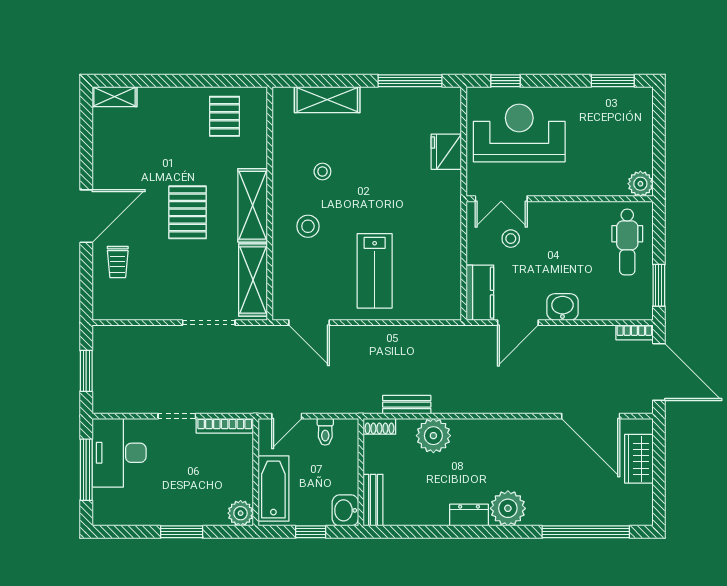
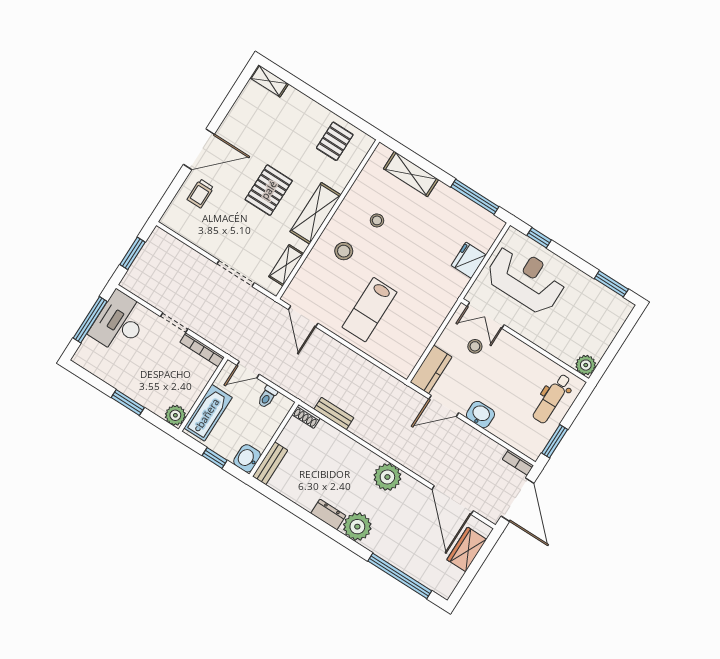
shelving: (253, 280) -> (286, 265), width x0.67, depth x0.75
plant: (433, 436) -> (387, 477), moved

